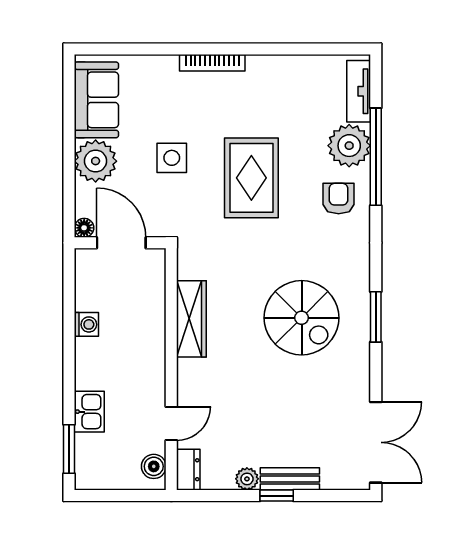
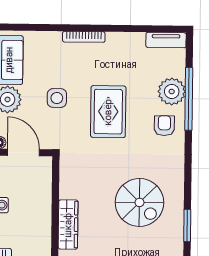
tv unit: (359, 91) -> (166, 40), moved, turned -90
window: (376, 317) -> (187, 225), moved
wardrobe: (191, 319) -> (68, 225), moved

